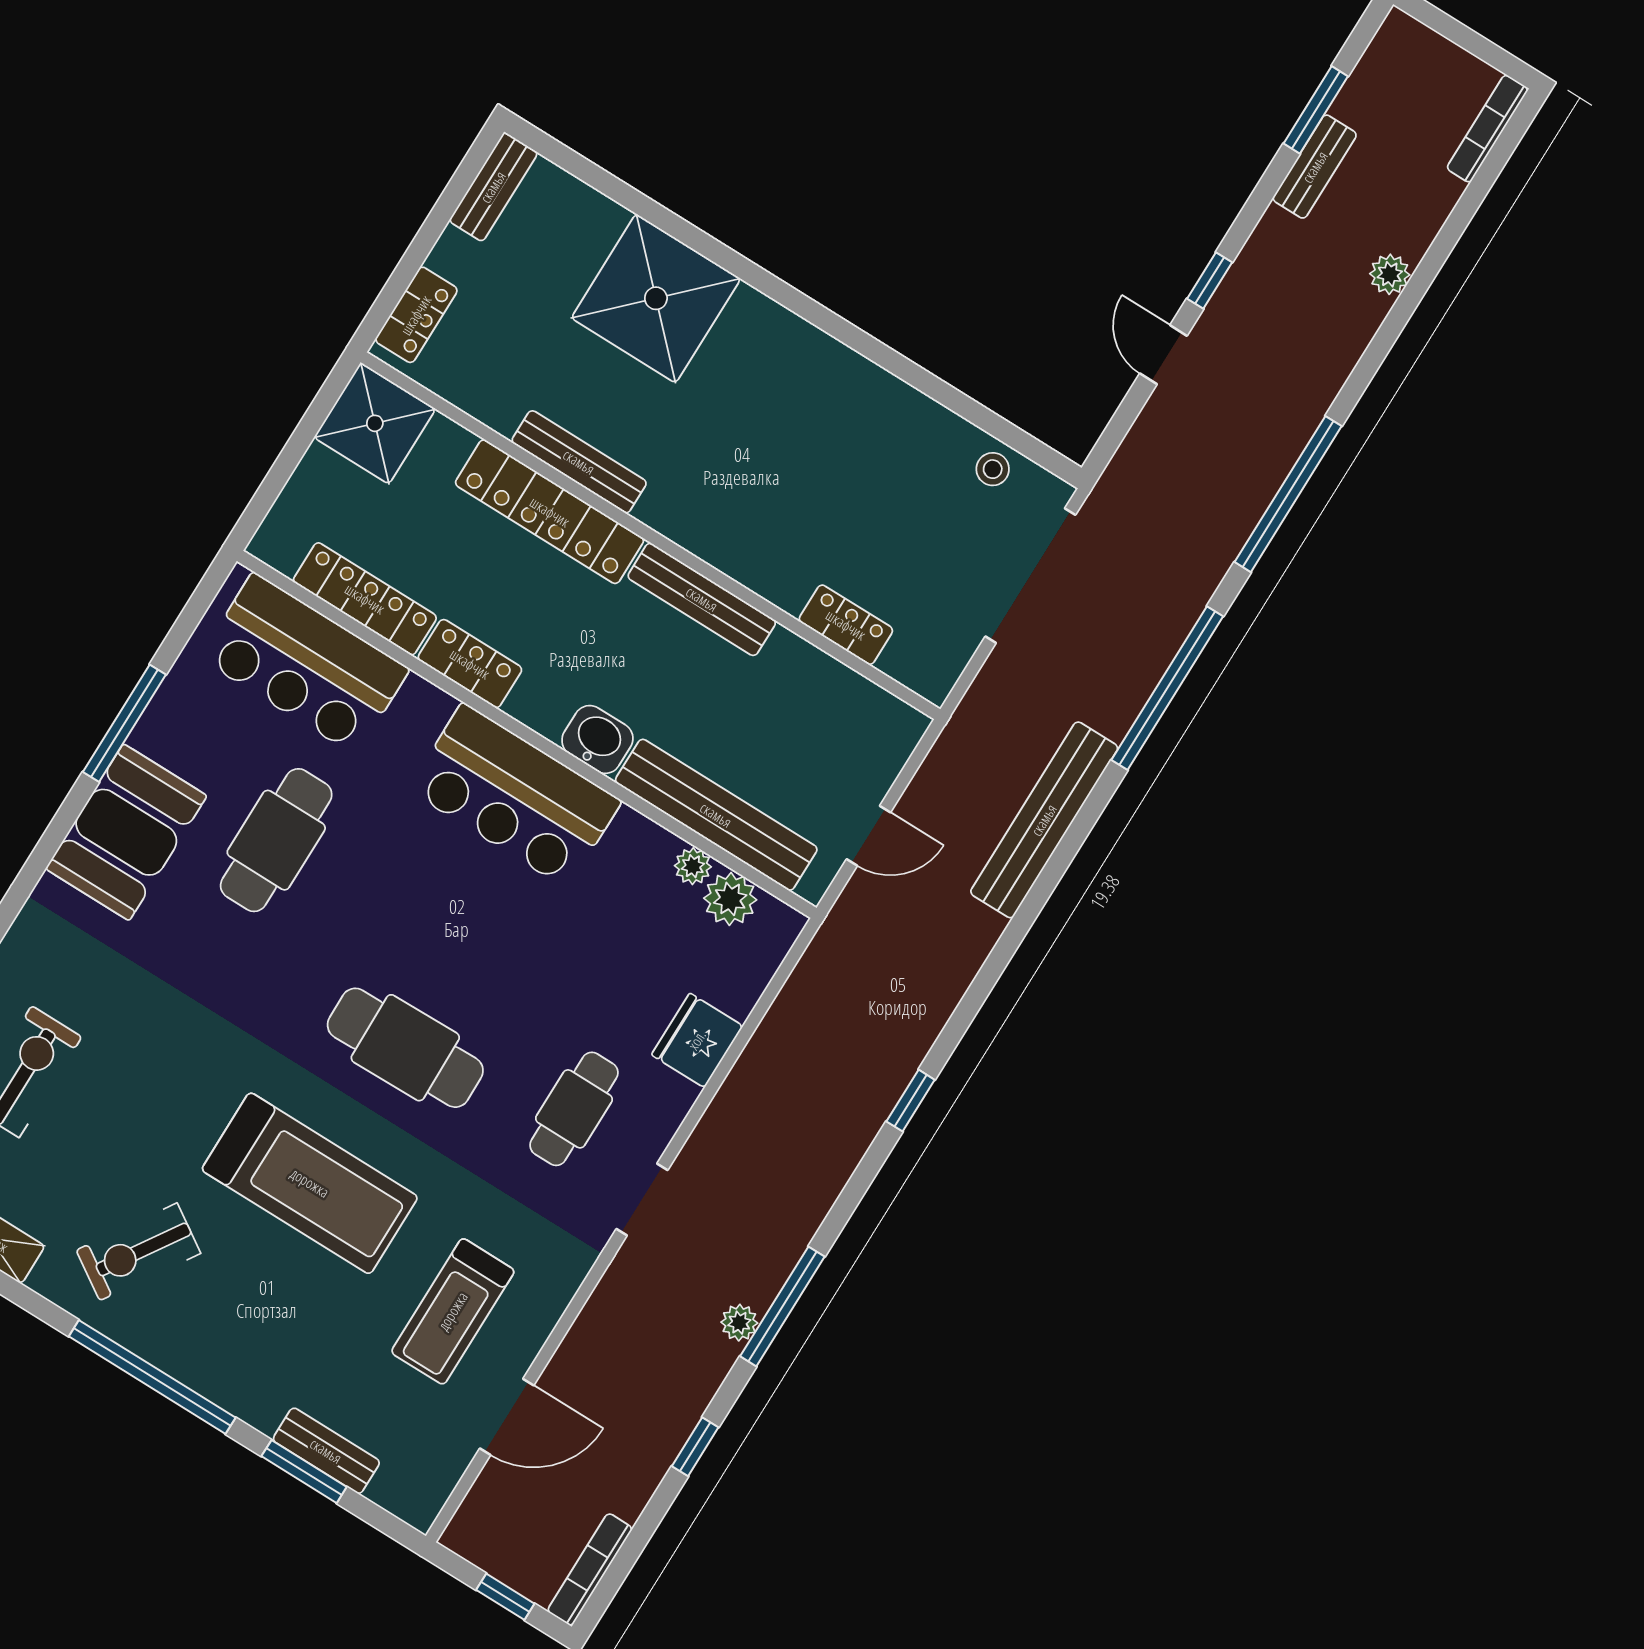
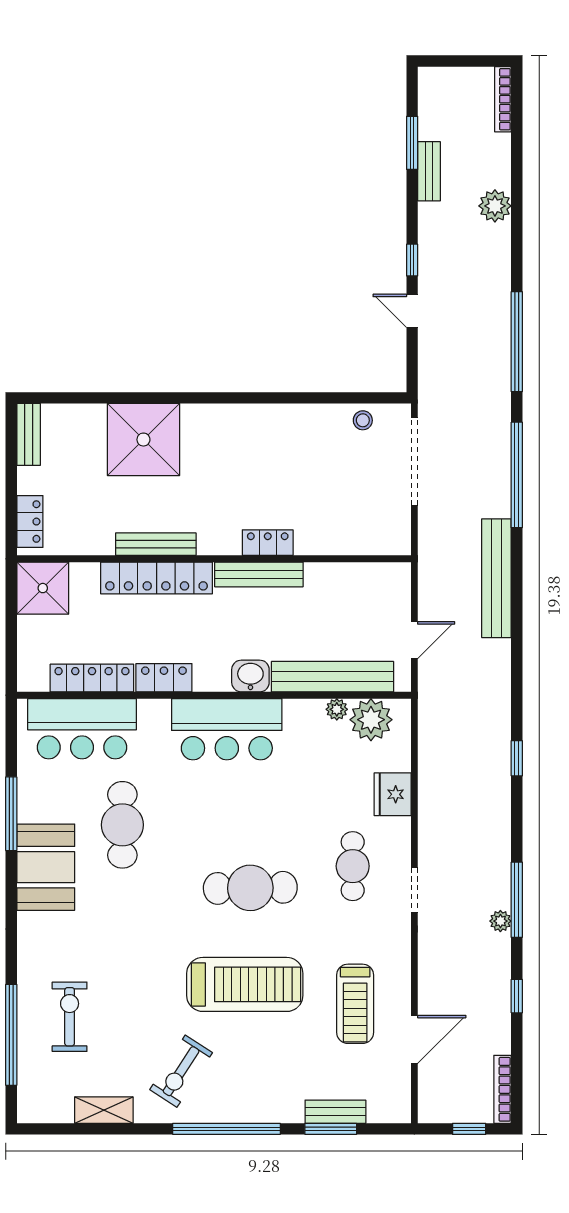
plant: (1390, 274) -> (495, 206), width x1.38, depth x1.38
locker: (846, 625) -> (268, 543), moved
plant: (730, 899) -> (371, 720), width x1.36, depth x1.36

